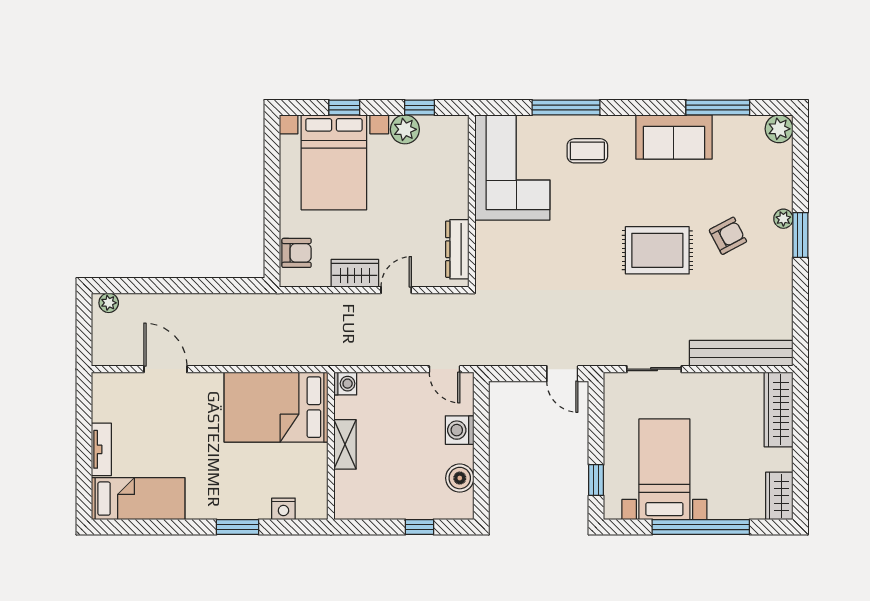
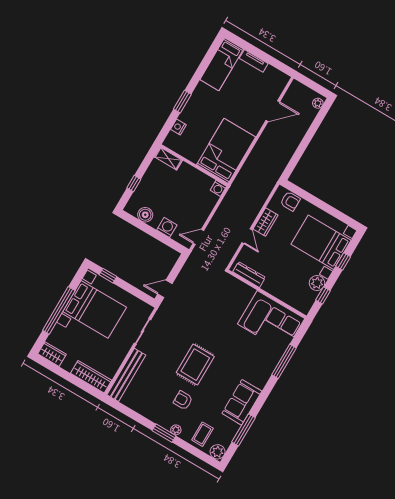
coffee table: (587, 151) -> (202, 434), moved
armchair: (728, 236) -> (183, 400), turned 118
armchair: (297, 253) -> (290, 201), turned -90
shelving: (345, 444) -> (168, 159), moved
bed with nightstands: (664, 469) -> (95, 309), width x1.36

